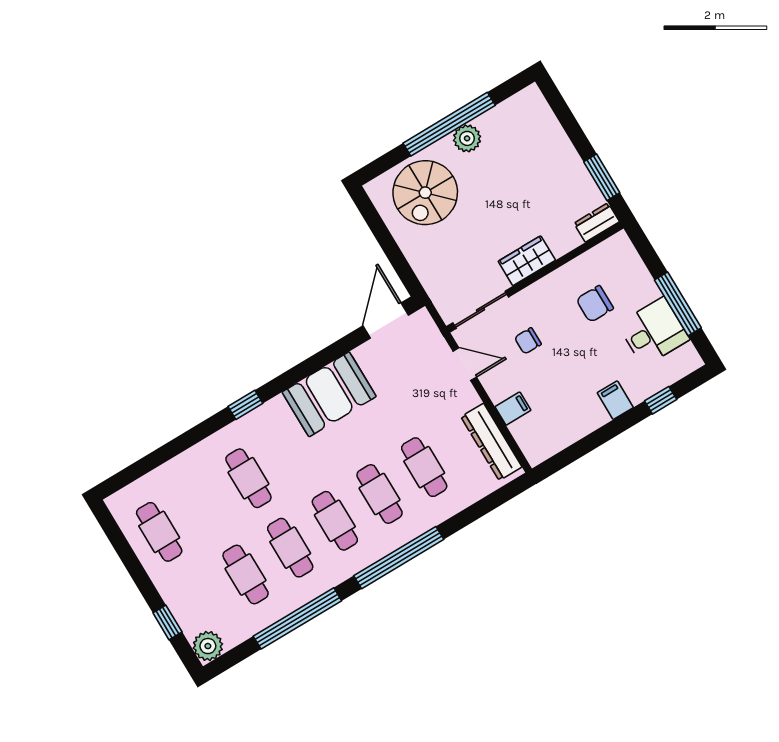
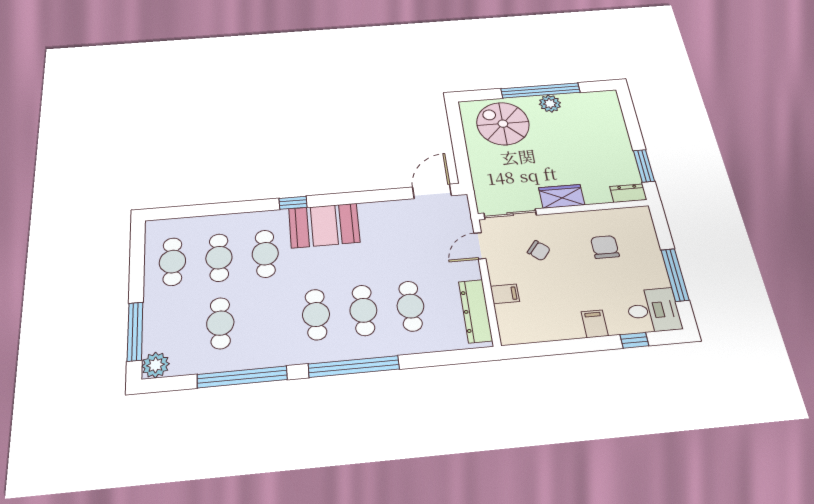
spiral stairs: (425, 193) -> (503, 124), turned 90
chair: (595, 304) -> (605, 247), turned 90
desk: (654, 332) -> (653, 310), moved
chair: (528, 341) -> (539, 251), turned -140
door: (465, 364) -> (480, 246), swing flipped
booth: (329, 394) -> (324, 225), moved
cafe table: (290, 548) -> (219, 258), moved
window: (167, 622) -> (135, 331), width x2.17

